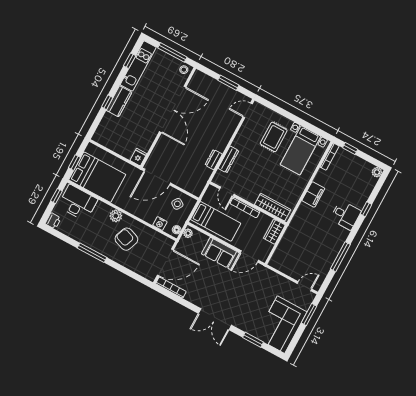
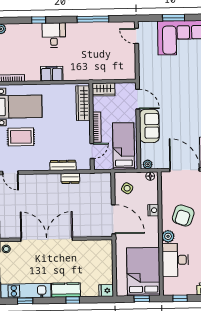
fridge: (138, 157) -> (106, 290), moved
desk: (78, 203) -> (175, 260), moved
nightstand: (160, 224) -> (153, 210), moved
window: (309, 315) -> (174, 18), moved

